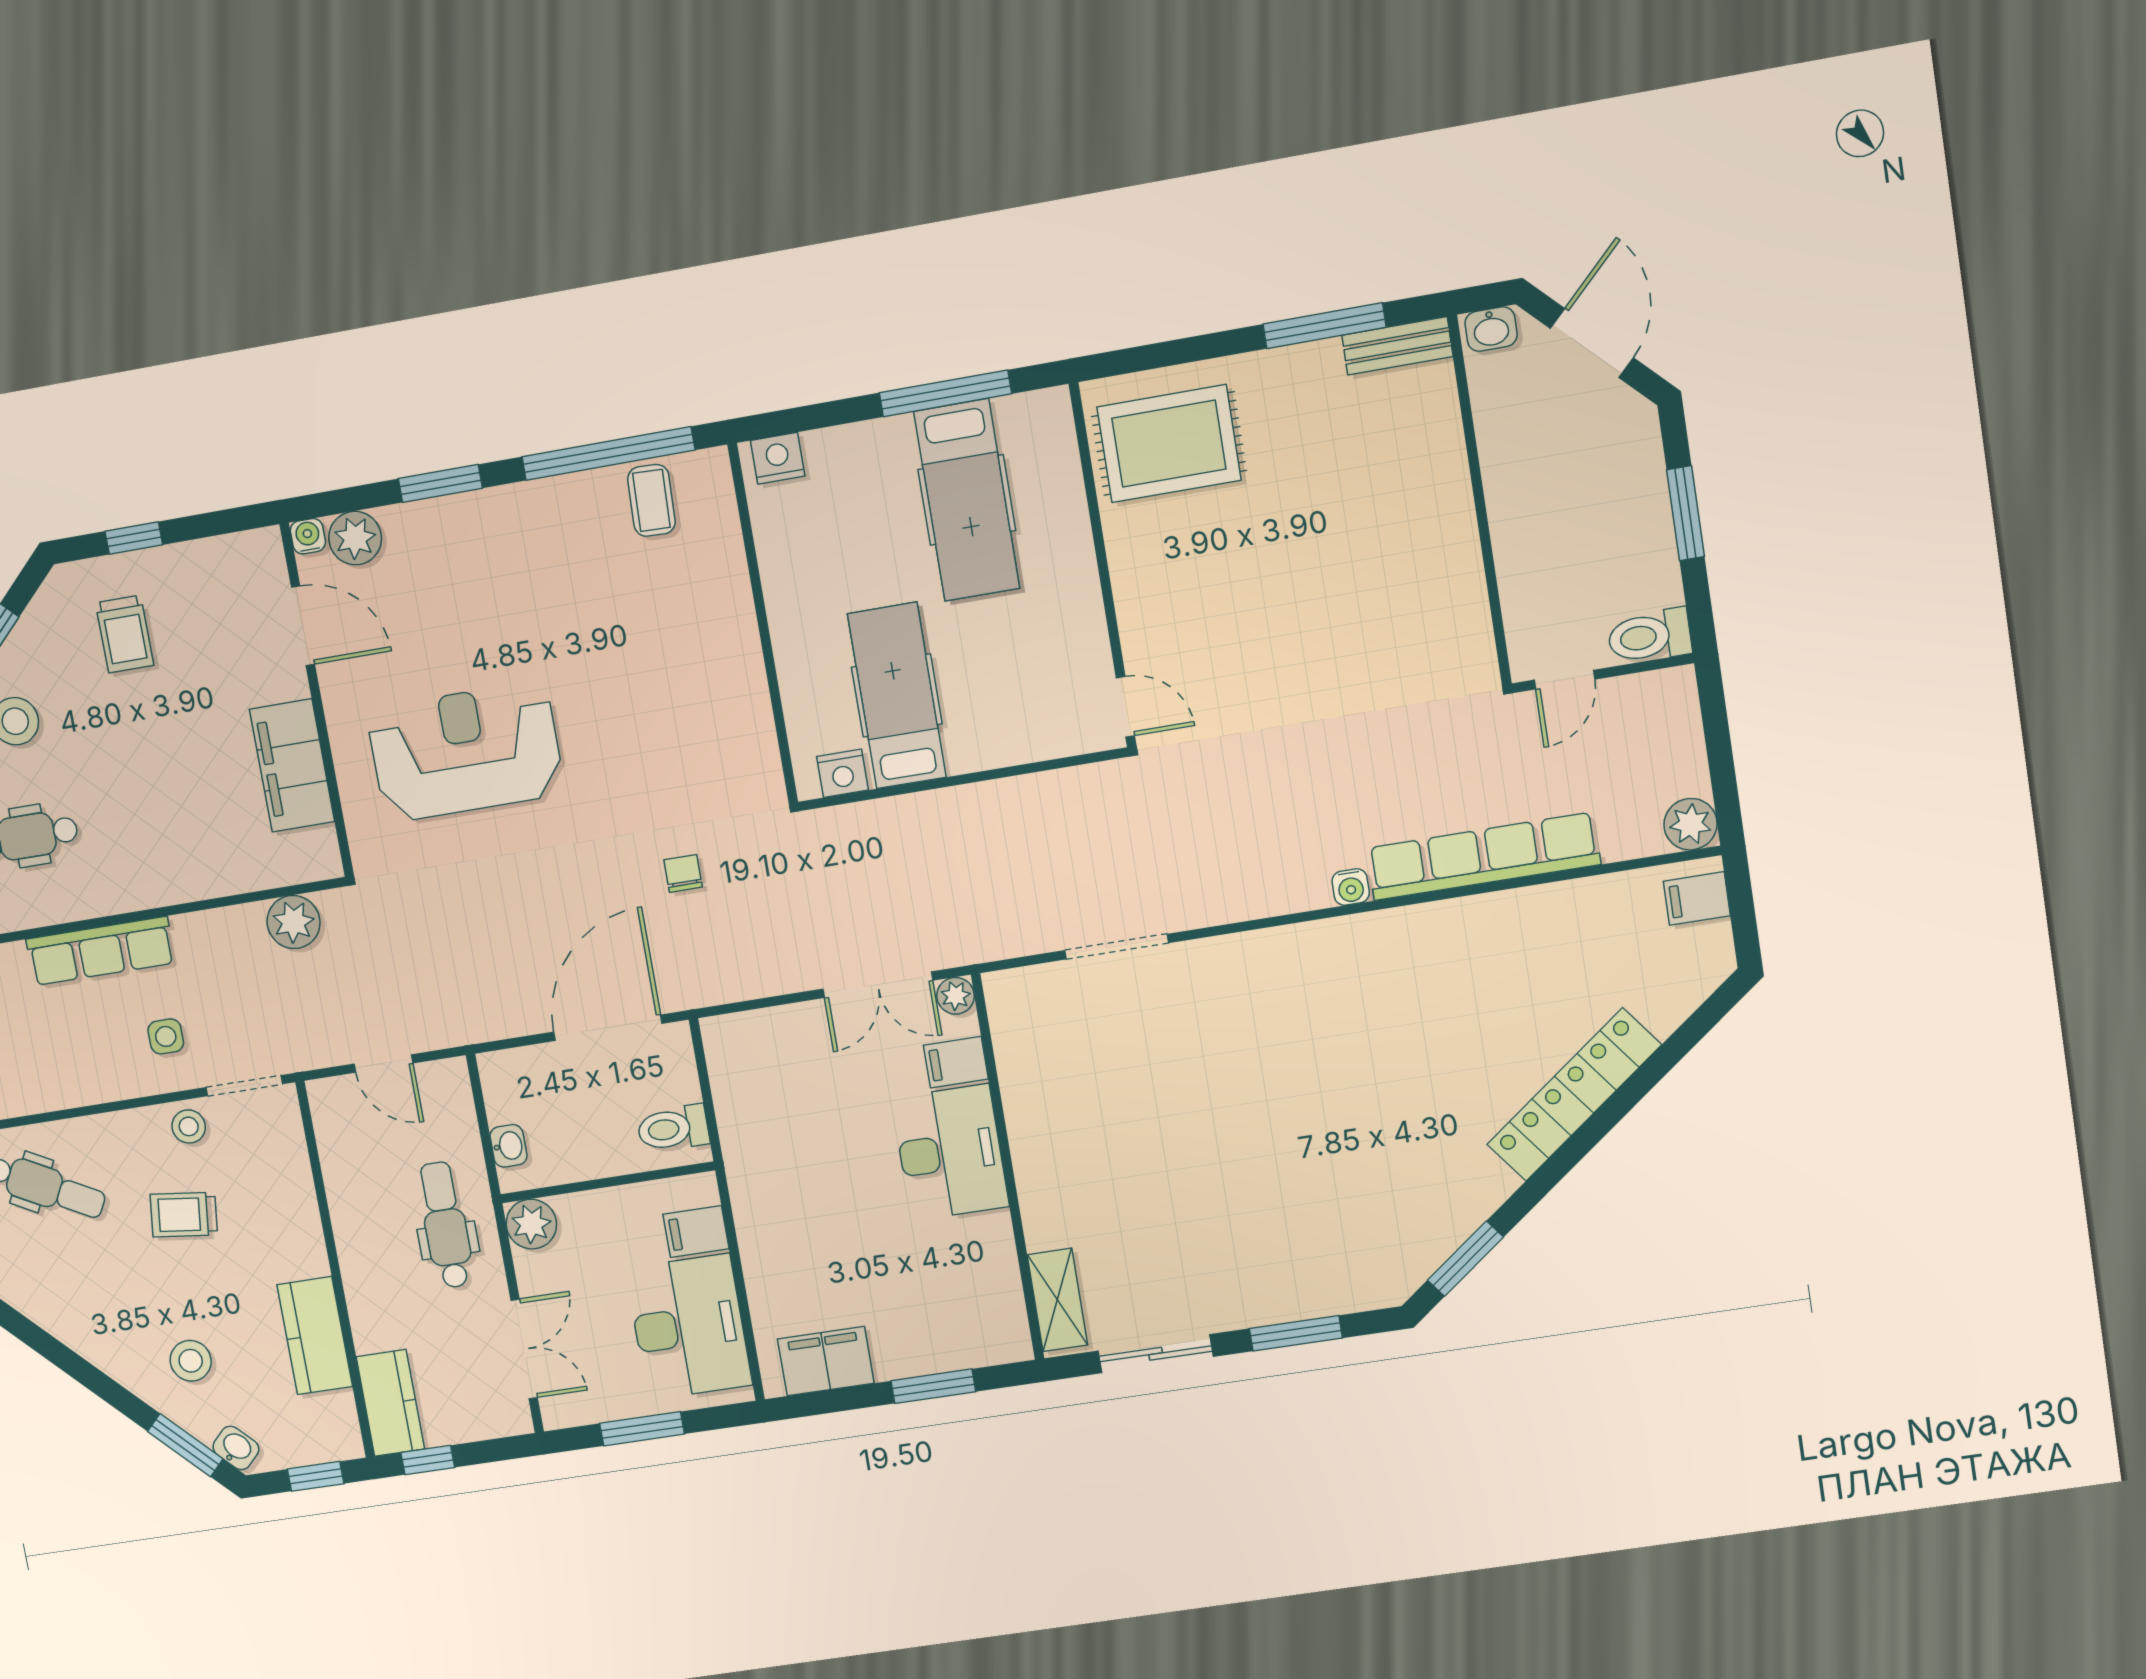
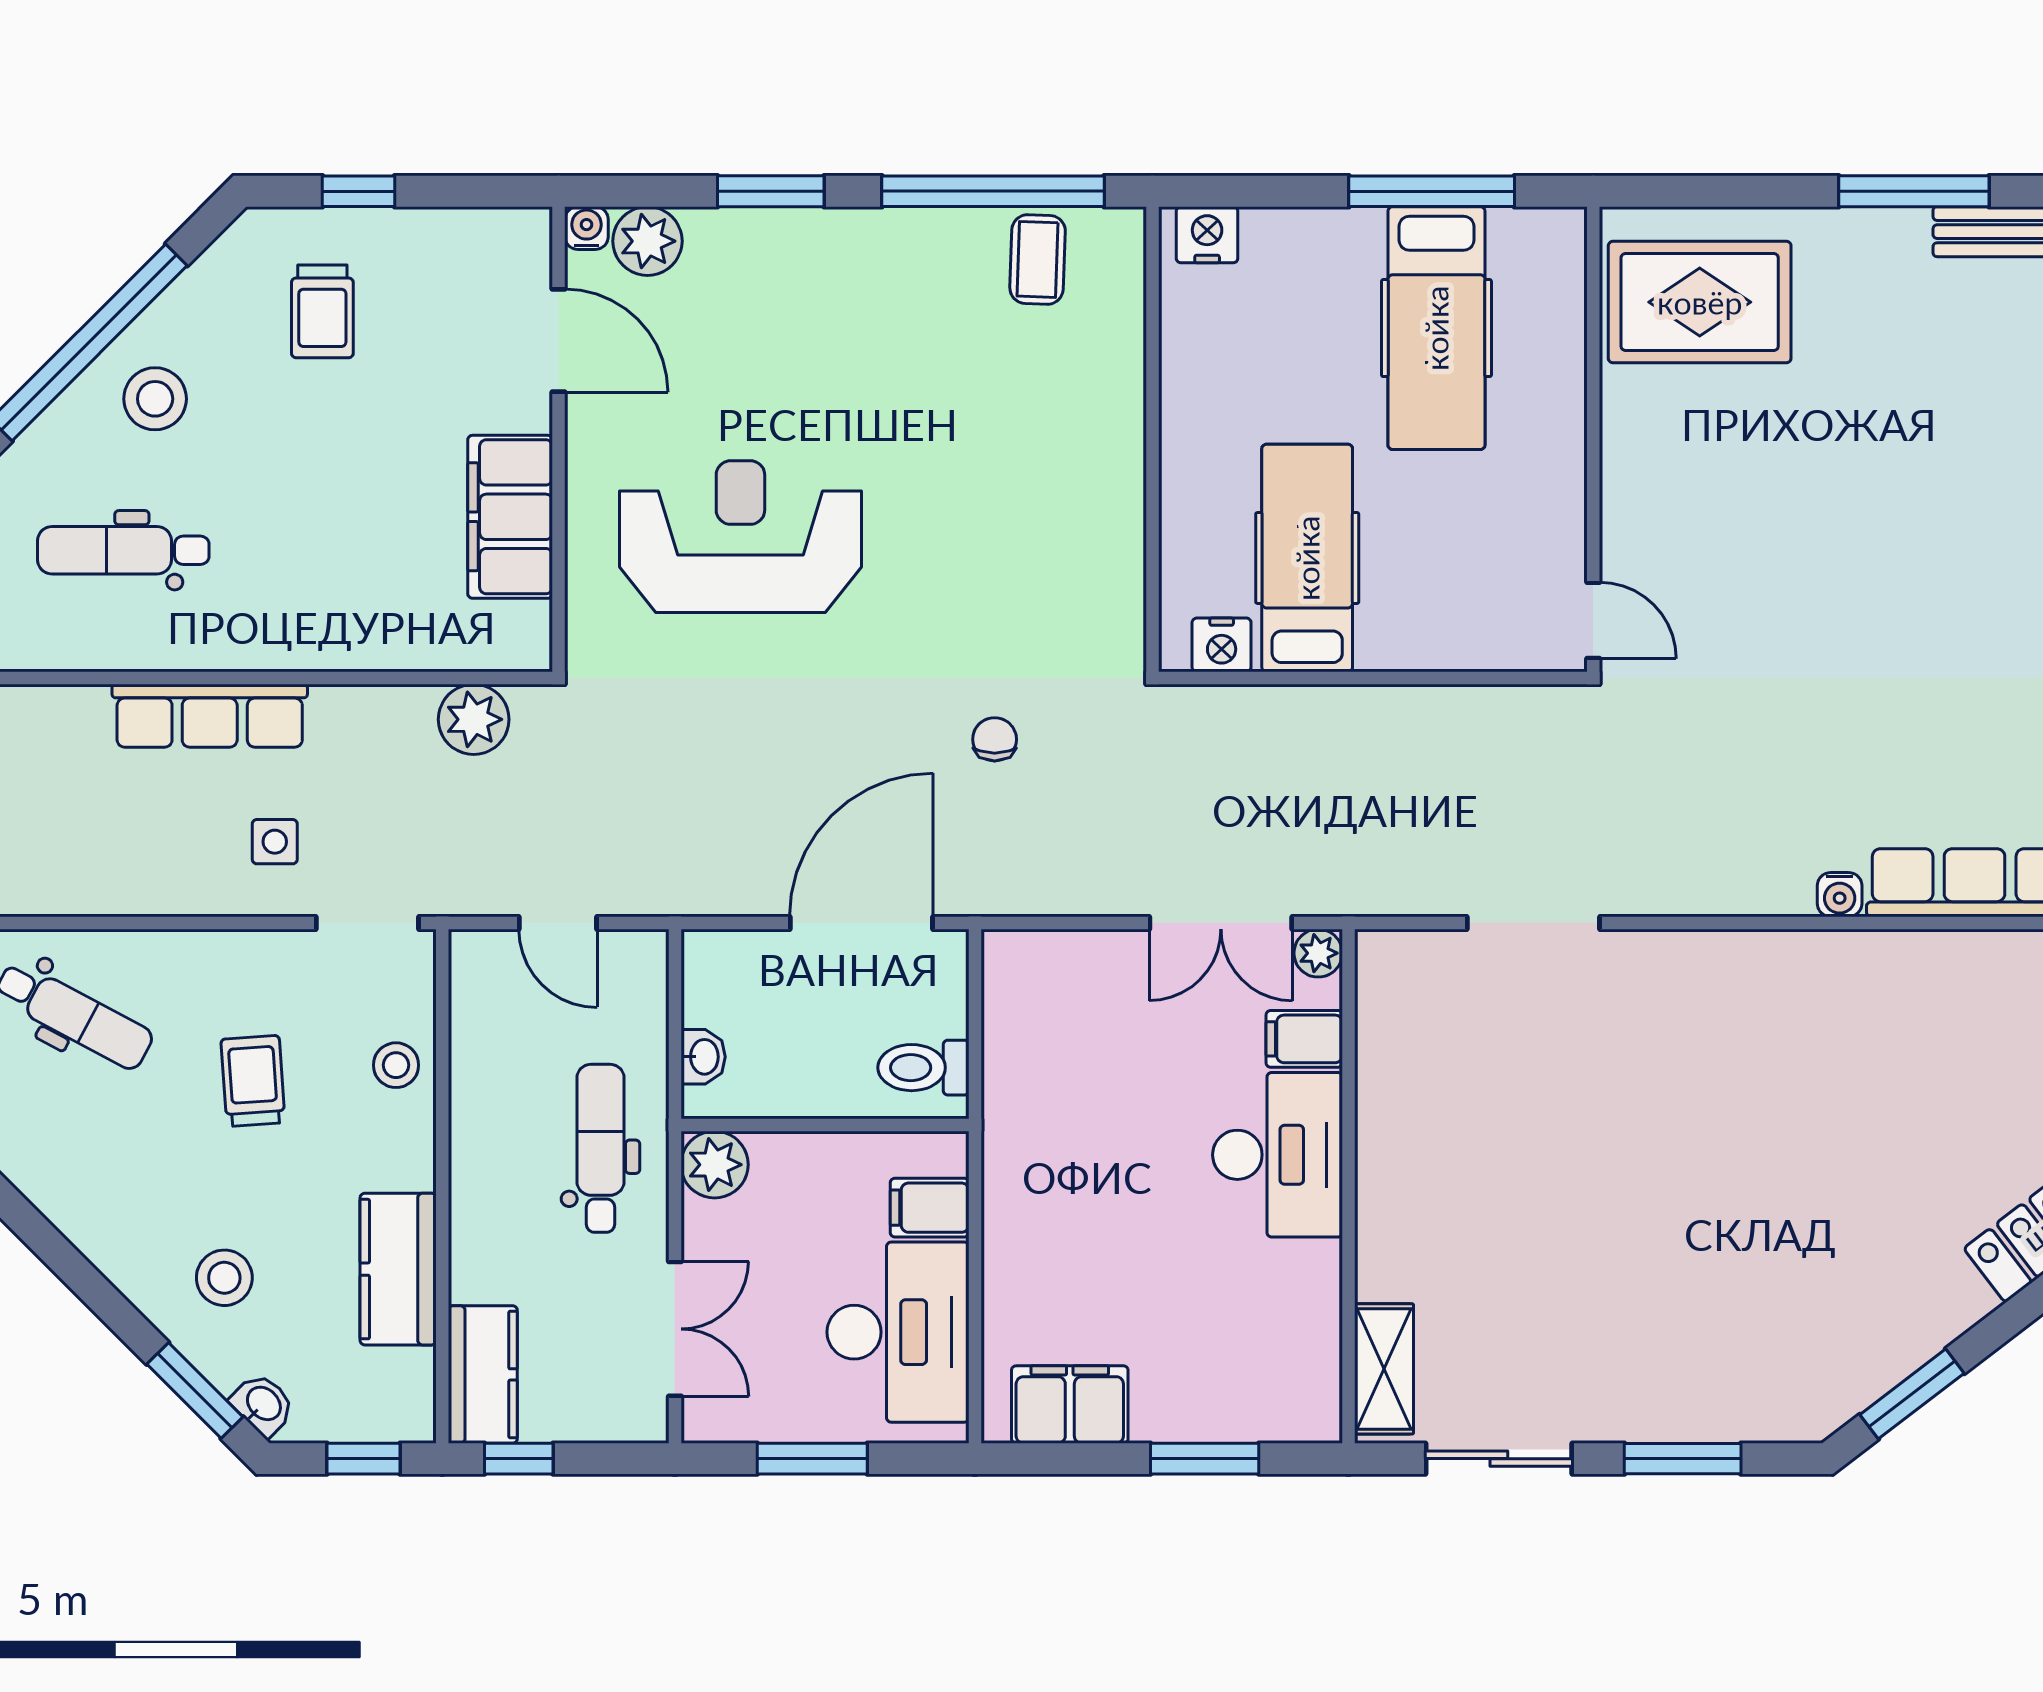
stool: (189, 1126) -> (396, 1065), moved
trolley: (184, 1215) -> (253, 1081), turned 79

